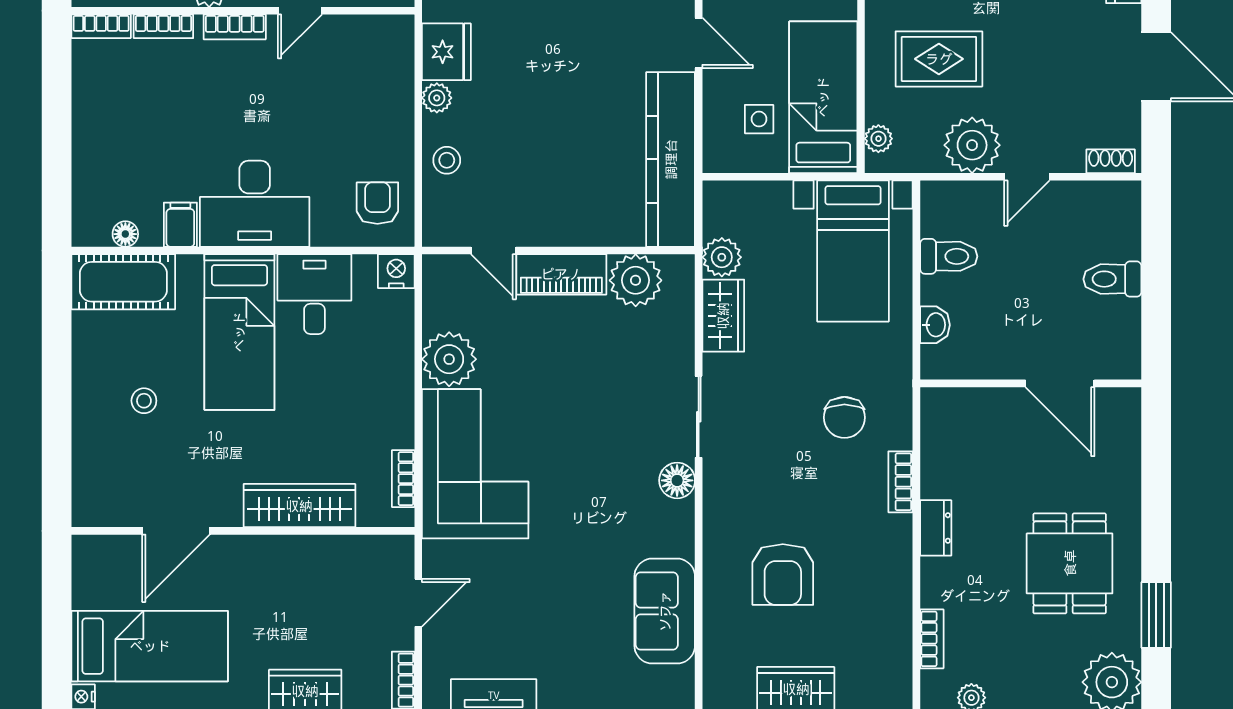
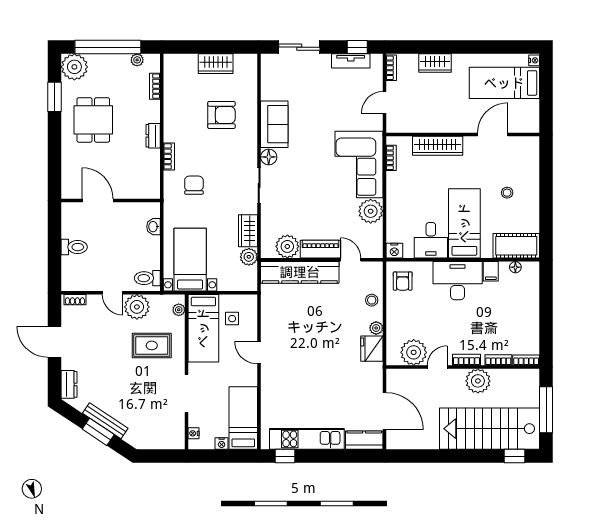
plant: (353, 43) -> (414, 352), added
kitchen counter: (671, 159) -> (300, 272), moved, turned 90
door: (1027, 177) -> (112, 293), swing flipped
toilet: (949, 256) -> (147, 278), moved
armchair: (783, 574) -> (221, 115), turned 90
sofa: (665, 611) -> (274, 124), moved

